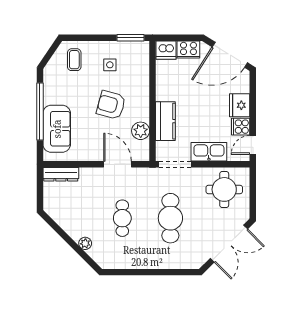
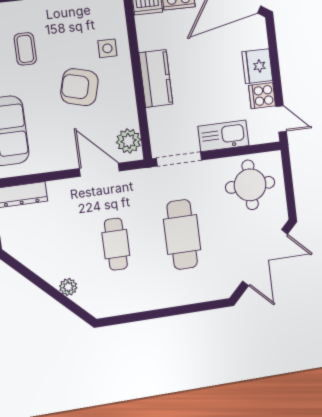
coffee table: (74, 60) -> (25, 49), moved
side table: (110, 65) -> (107, 48), moved
kitchen counter: (165, 121) -> (156, 78), moved
plant: (141, 131) -> (129, 141), moved
door: (253, 145) -> (281, 119), swing flipped

